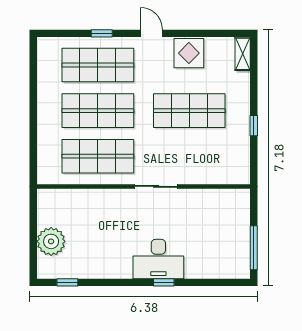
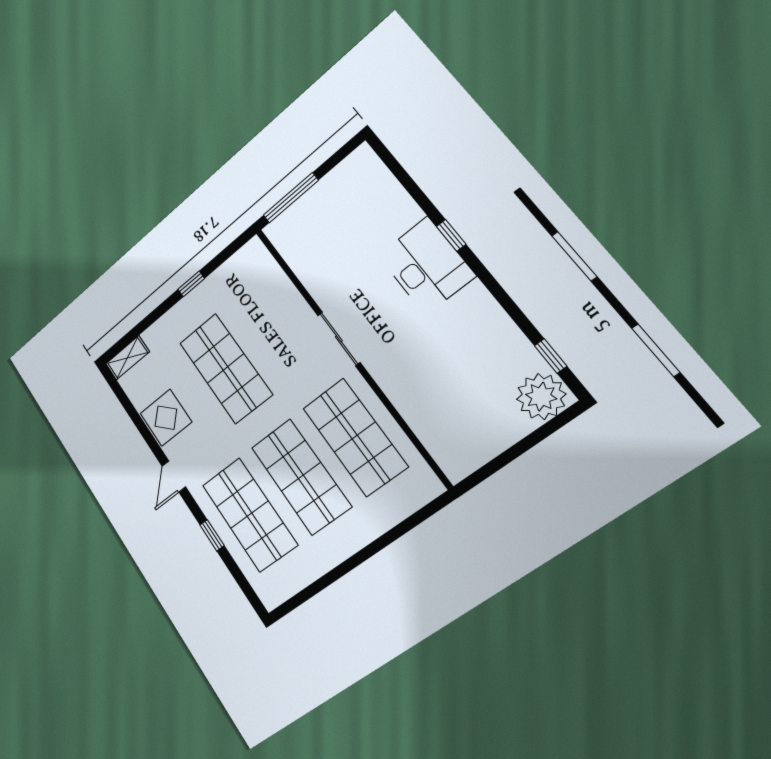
plant: (51, 241) -> (541, 397), moved
window: (254, 248) -> (291, 198), moved

